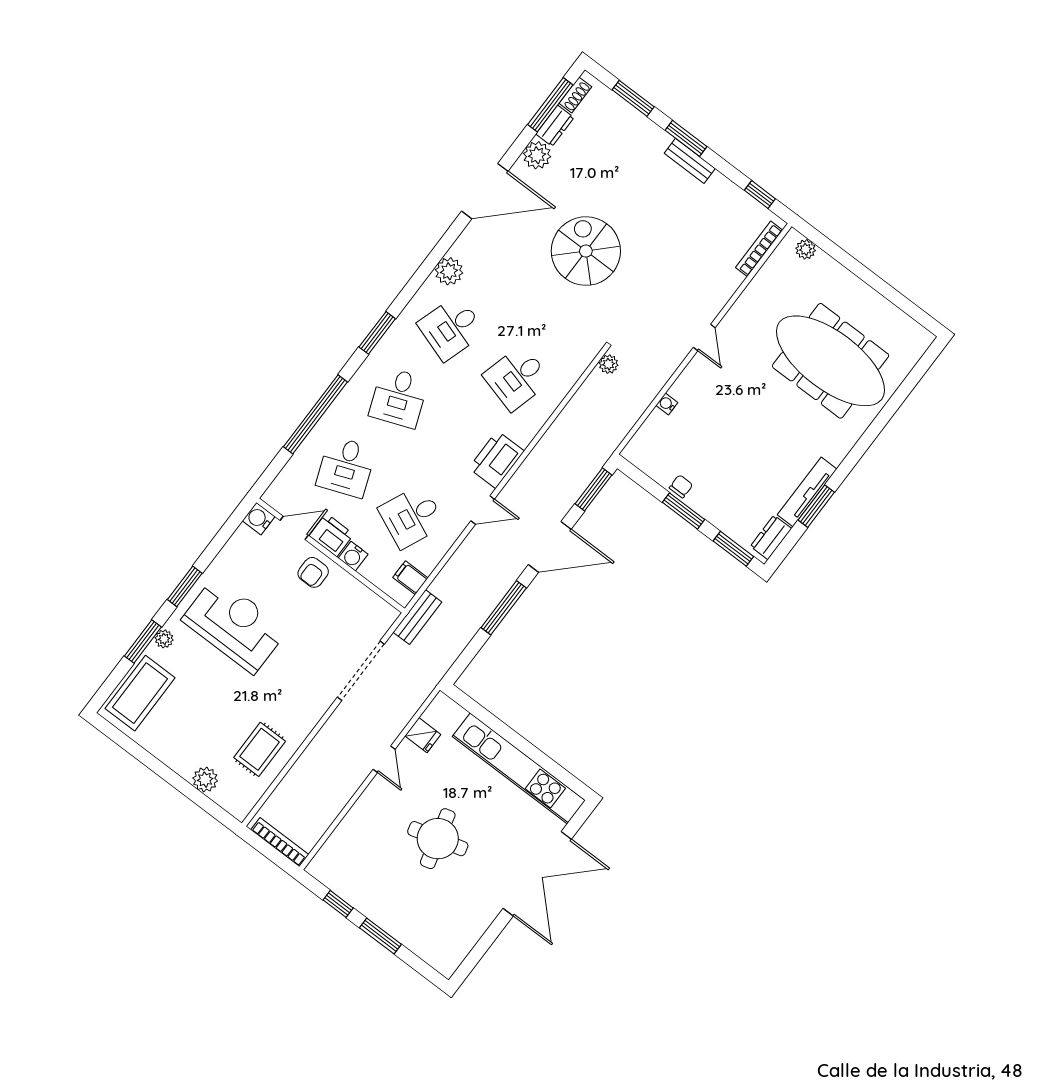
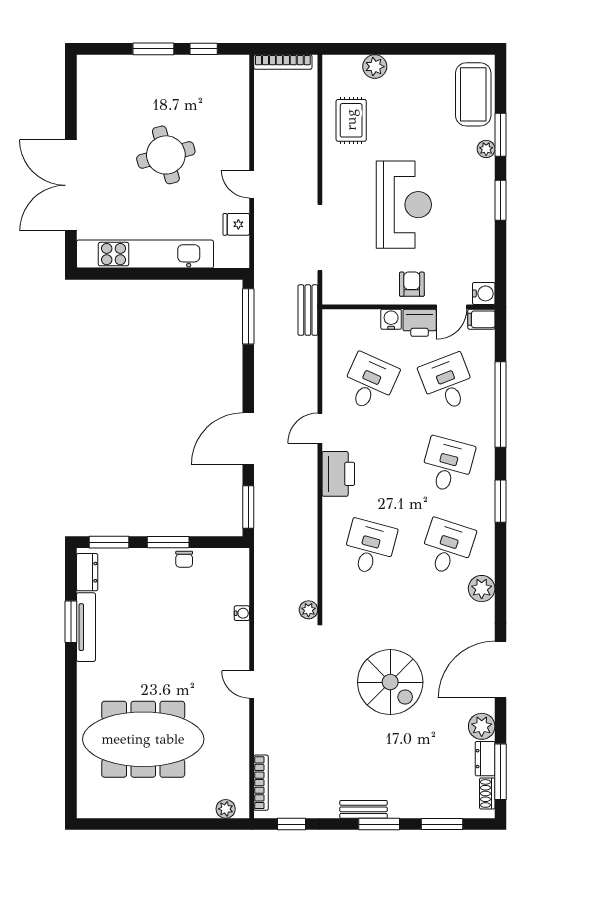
desk: (399, 397) -> (447, 465), turned 36
filing cabinet: (410, 578) -> (481, 319), moved, turned 180
window: (504, 608) -> (248, 316), moved
reception desk: (235, 625) -> (404, 205), moved, turned -90

